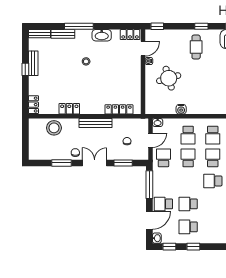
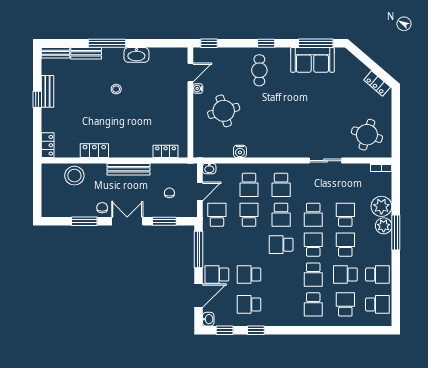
locker: (130, 35) -> (173, 54), removed
locker: (119, 109) -> (166, 151), width x0.66
school desk: (213, 158) -> (281, 215), turned 180

